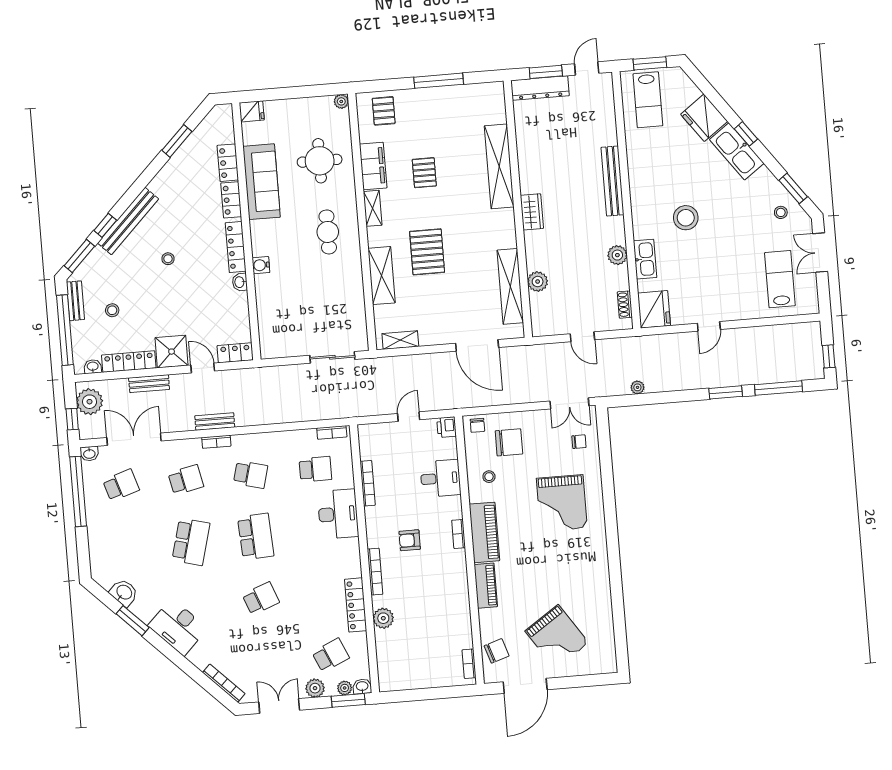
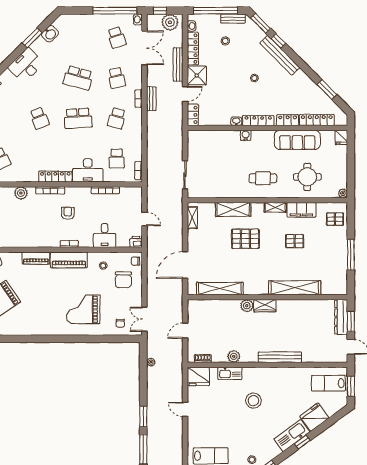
locker: (228, 163) -> (317, 120), width x1.53
plant: (538, 282) -> (247, 306), moved
bench: (149, 384) -> (178, 64), width x1.36
locker: (356, 605) -> (55, 177), moved

